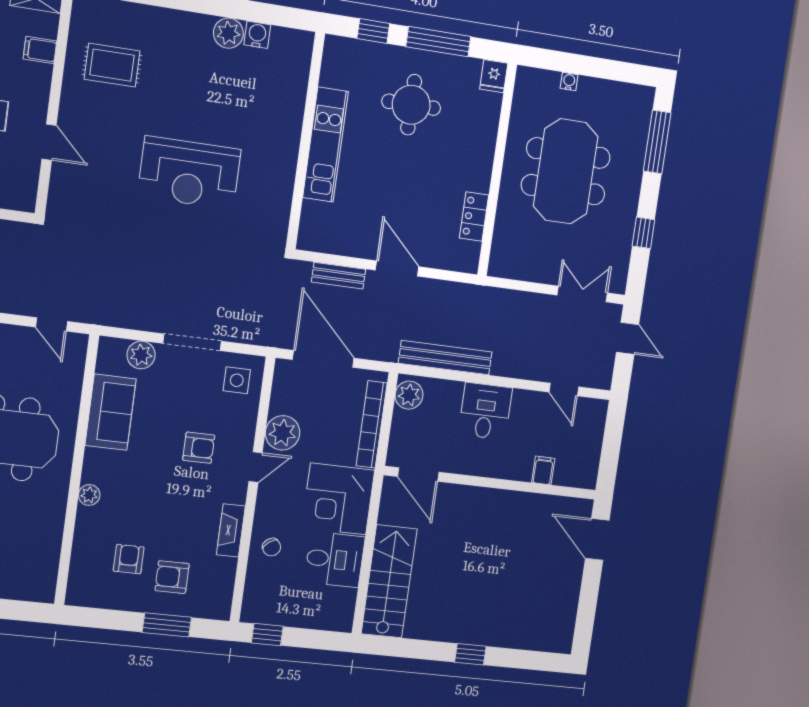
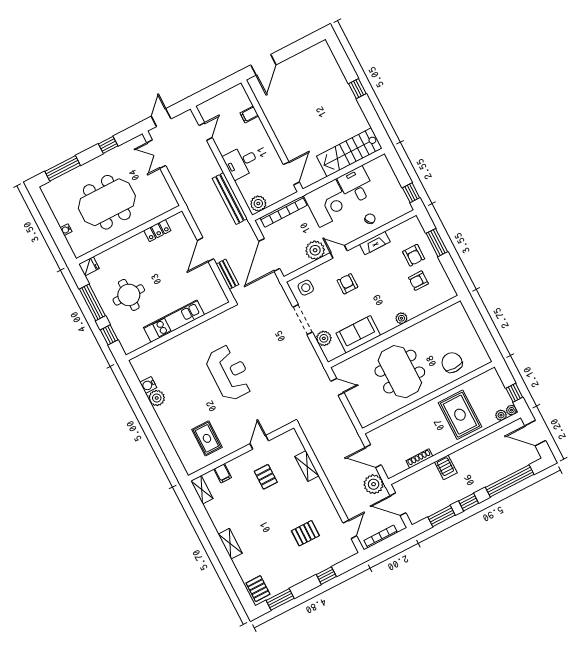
door: (52, 324) -> (337, 387), hinge flipped

